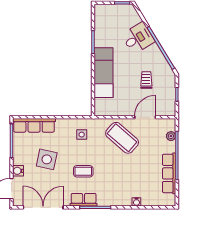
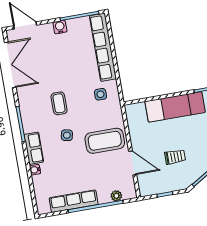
row of seats: (34, 125) -> (103, 47), width x1.36
coffee table: (122, 138) -> (105, 141), turned 49
side table: (47, 159) -> (67, 135), moved, width x0.54, depth x0.54
water cooler: (18, 171) -> (60, 27), moved
row of seats: (84, 200) -> (34, 148), moved

